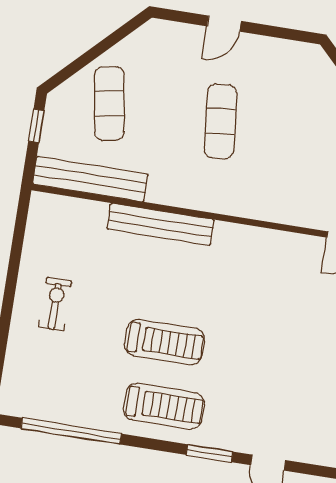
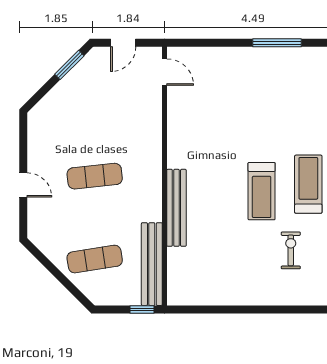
window: (36, 126) -> (142, 310), moved
exercise bike: (55, 304) -> (291, 250), moved, turned 90
treadmill: (164, 342) -> (262, 191), turned 180

